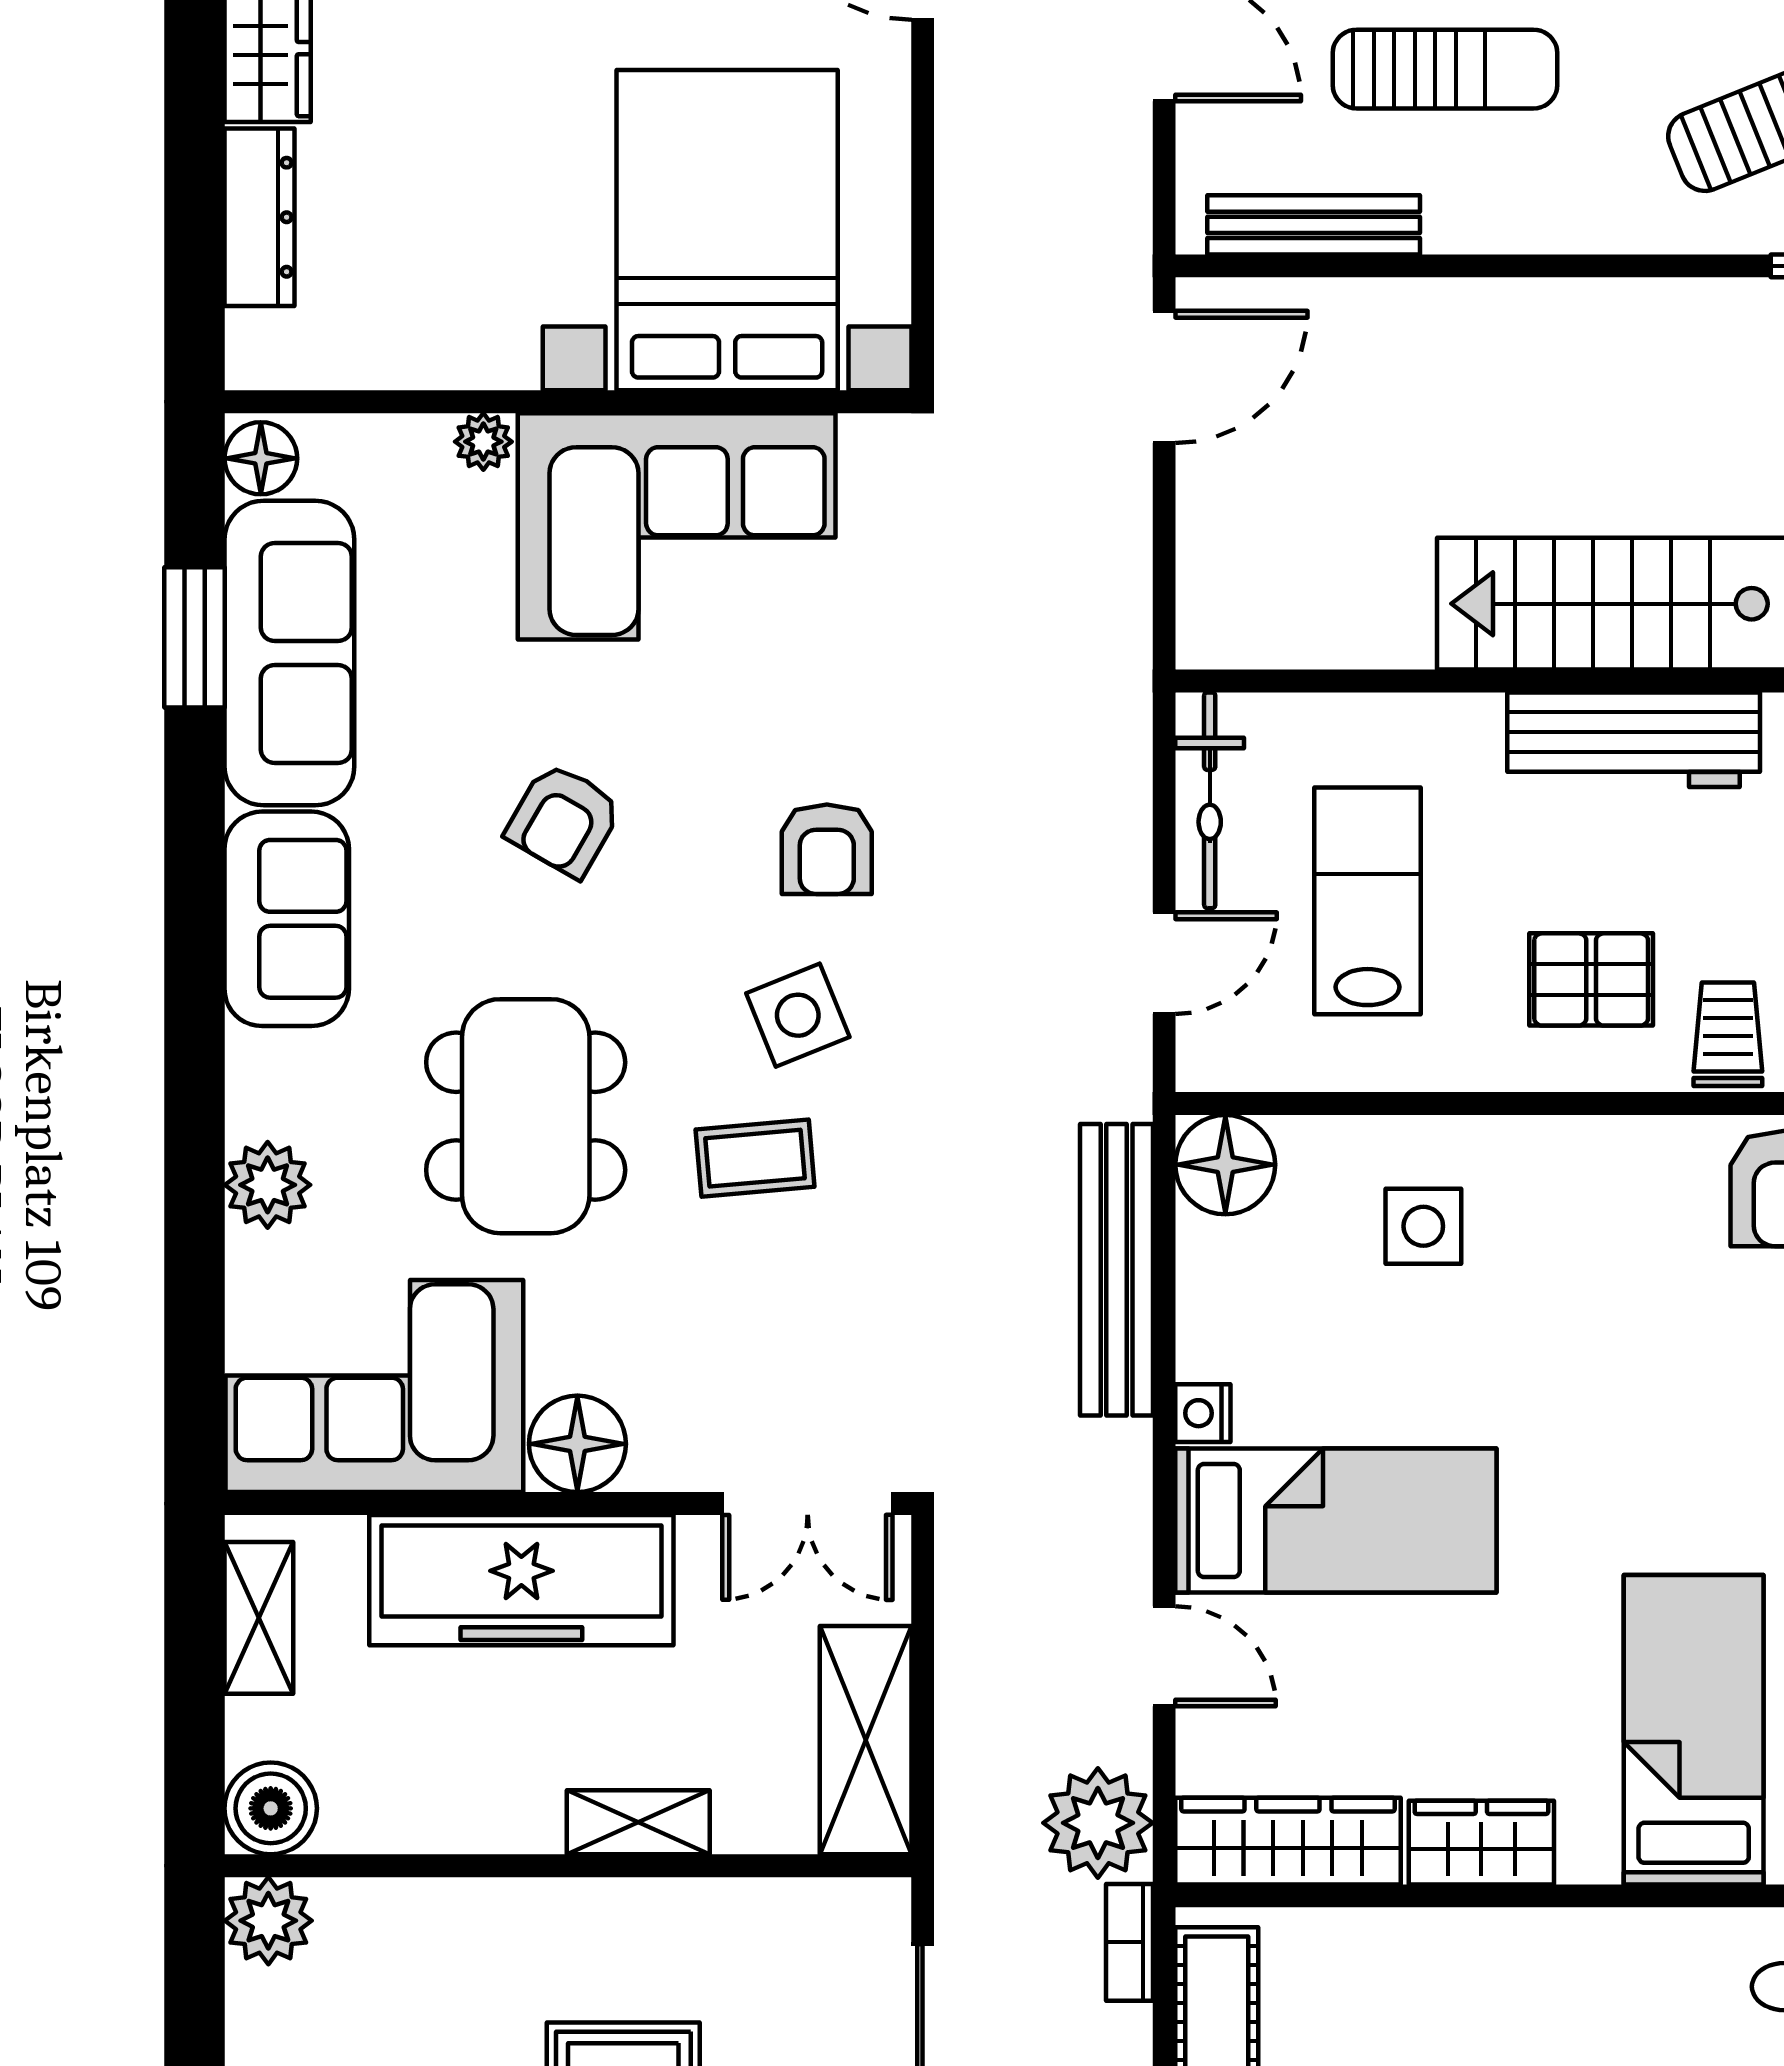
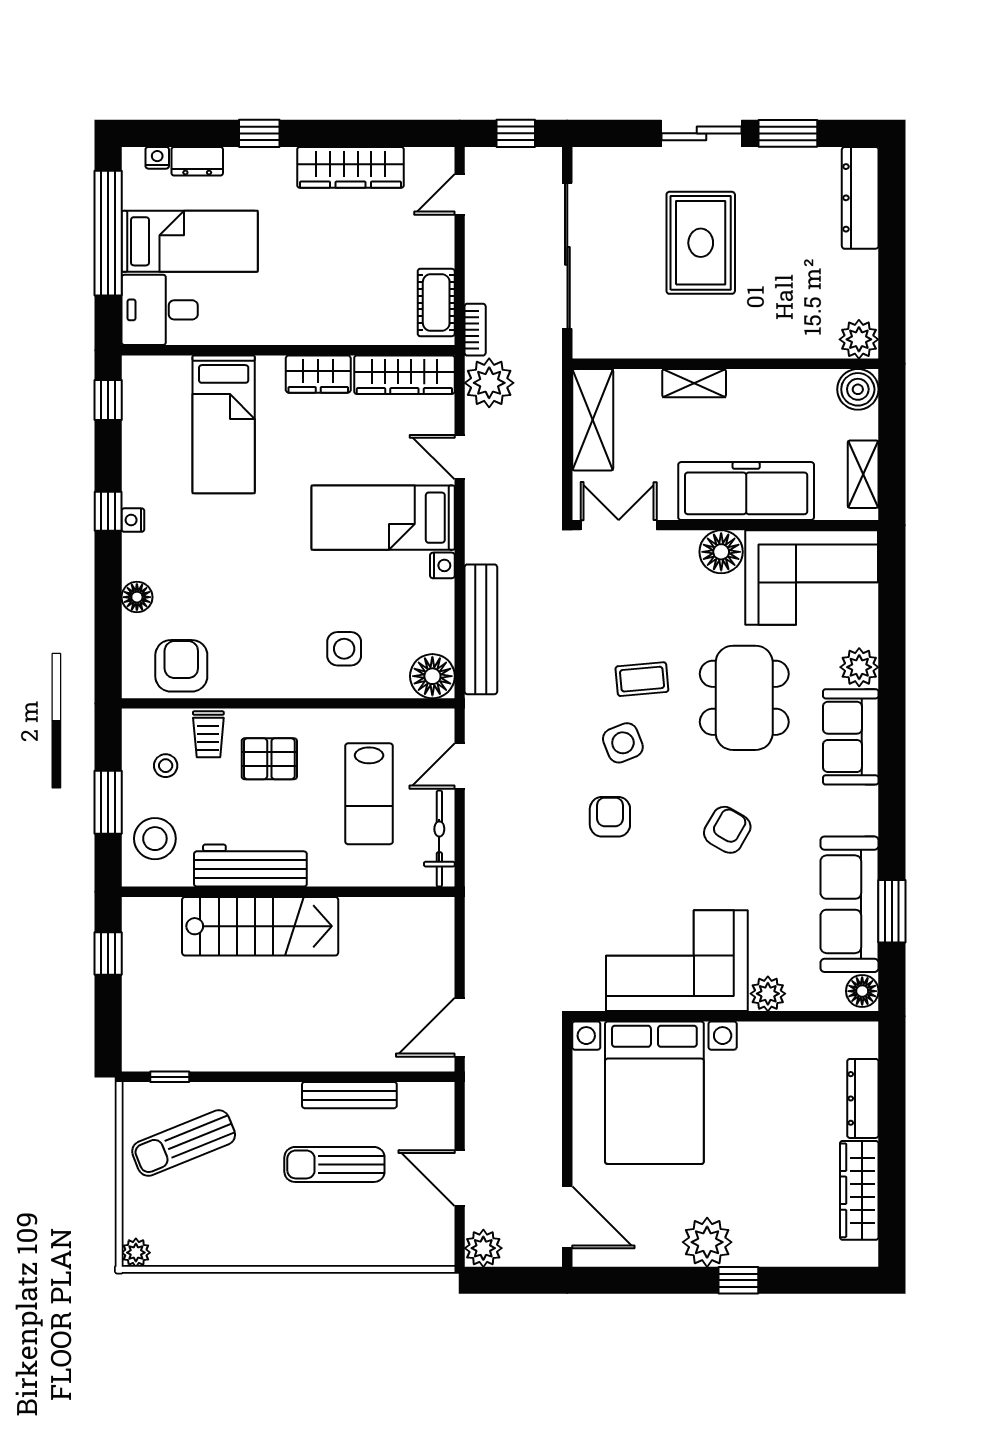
bench: (1314, 225) -> (349, 1095), moved
plant: (483, 442) -> (768, 994), width x1.38, depth x1.38
sofa: (287, 919) -> (851, 737), moved

